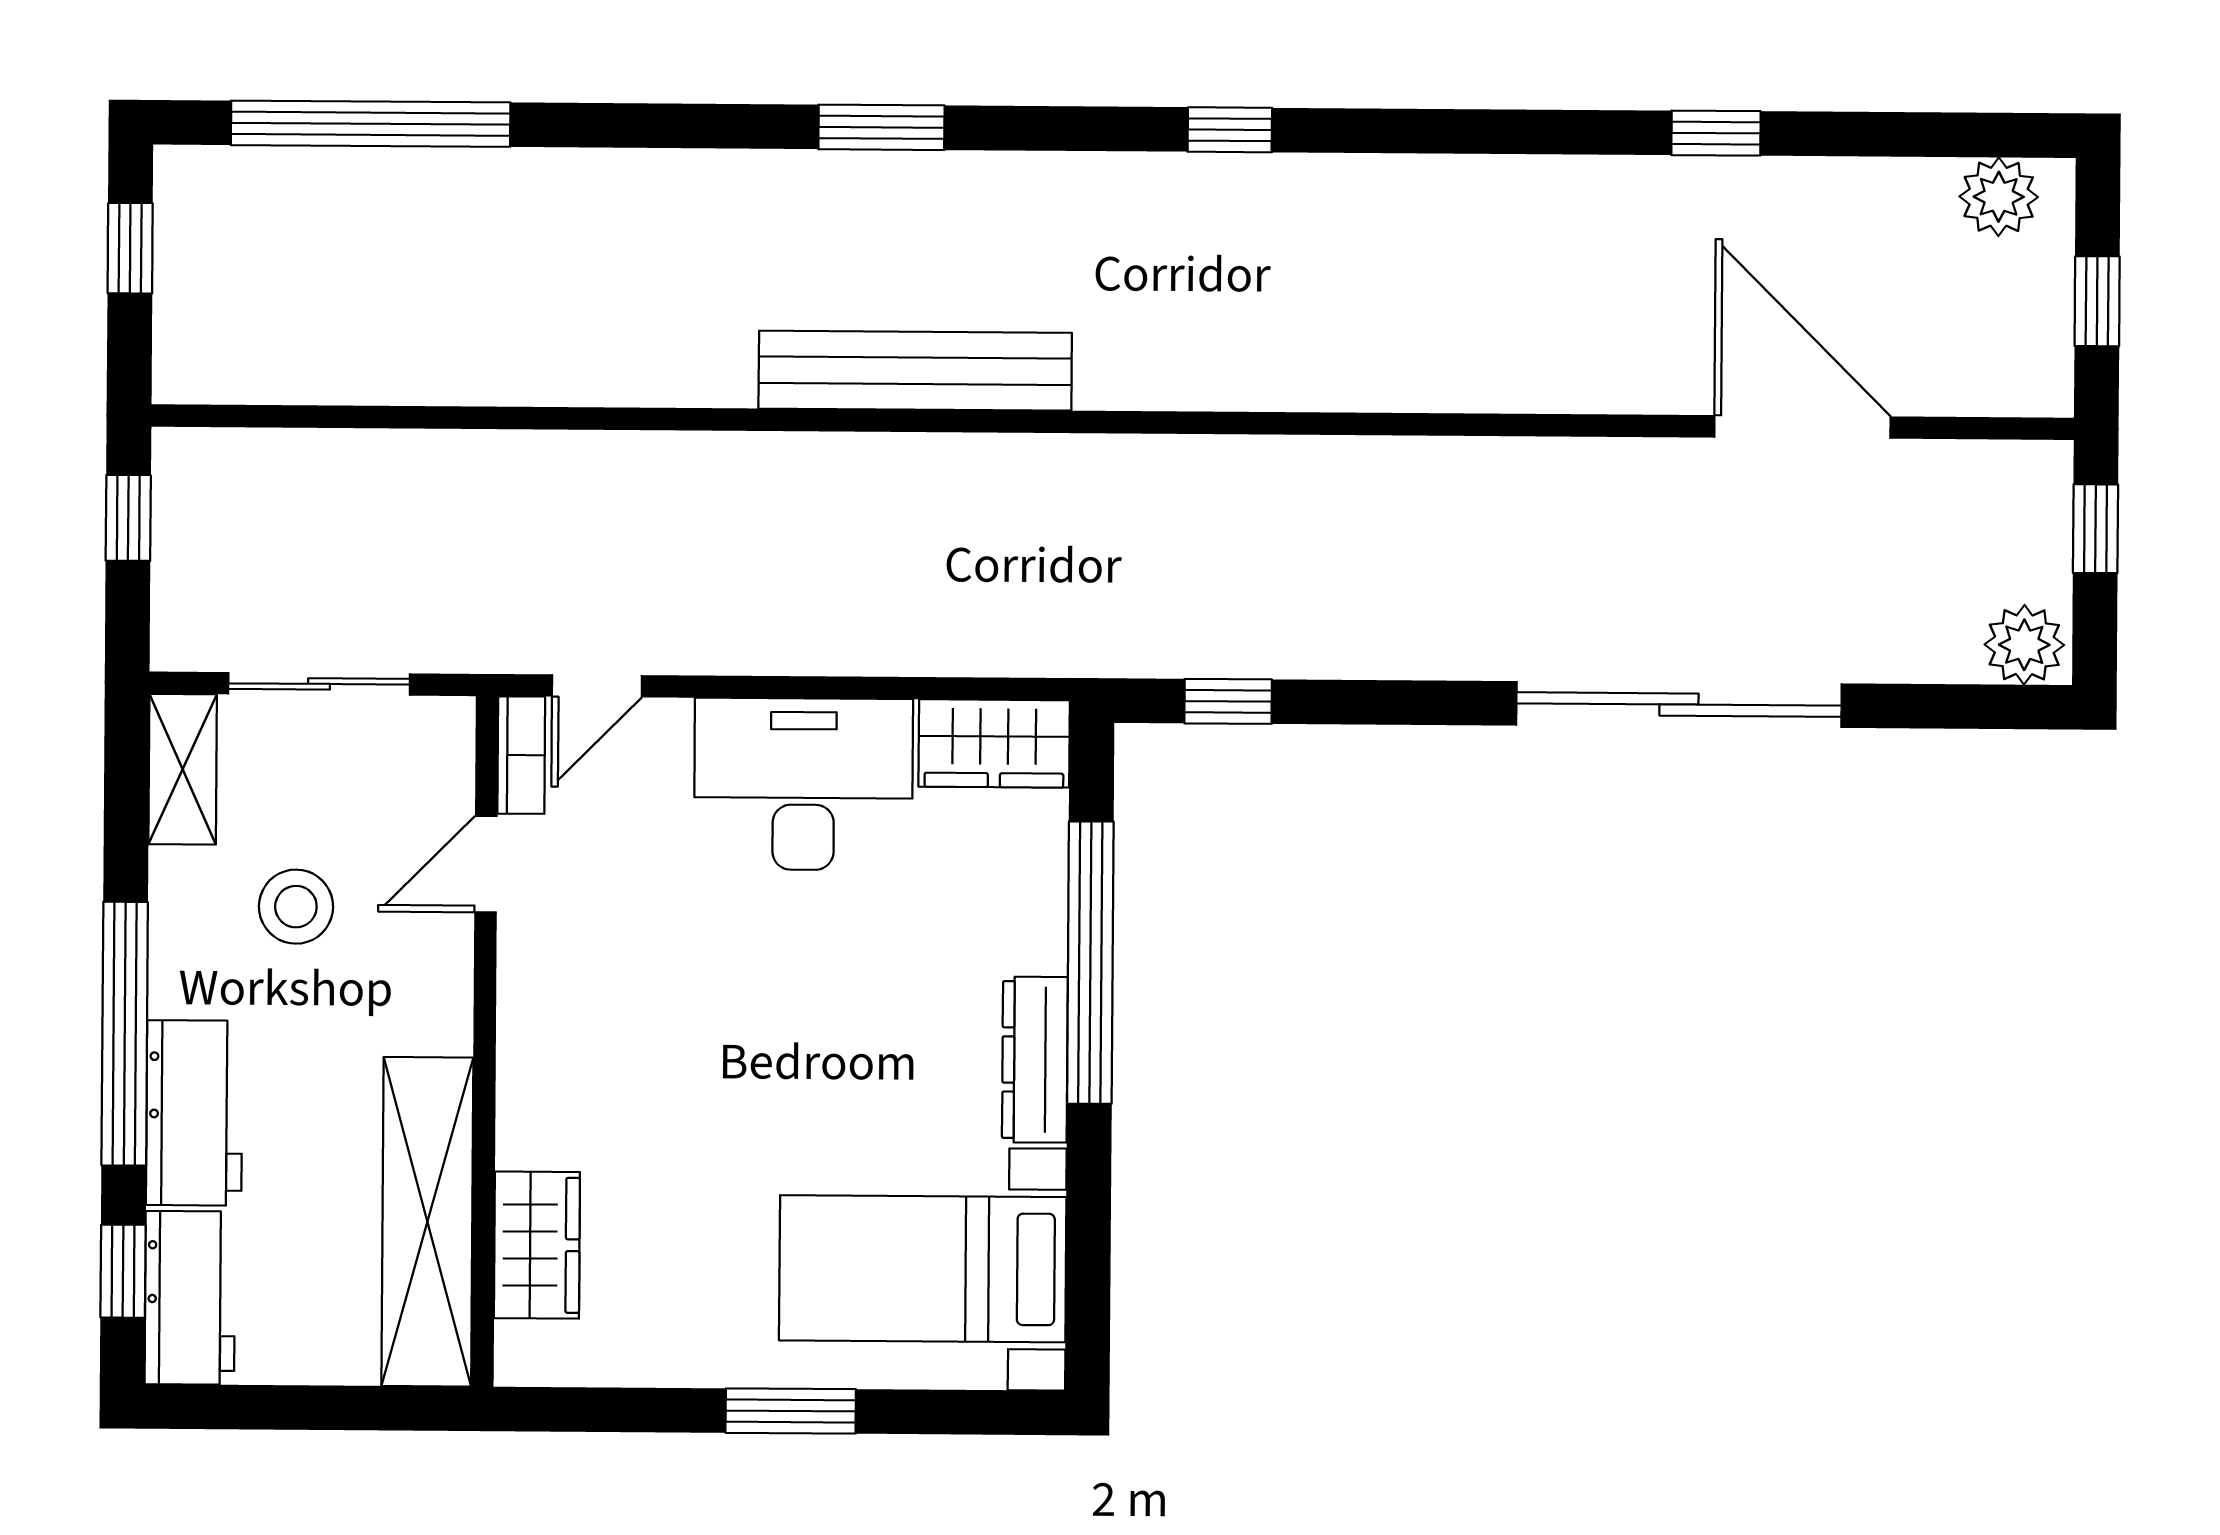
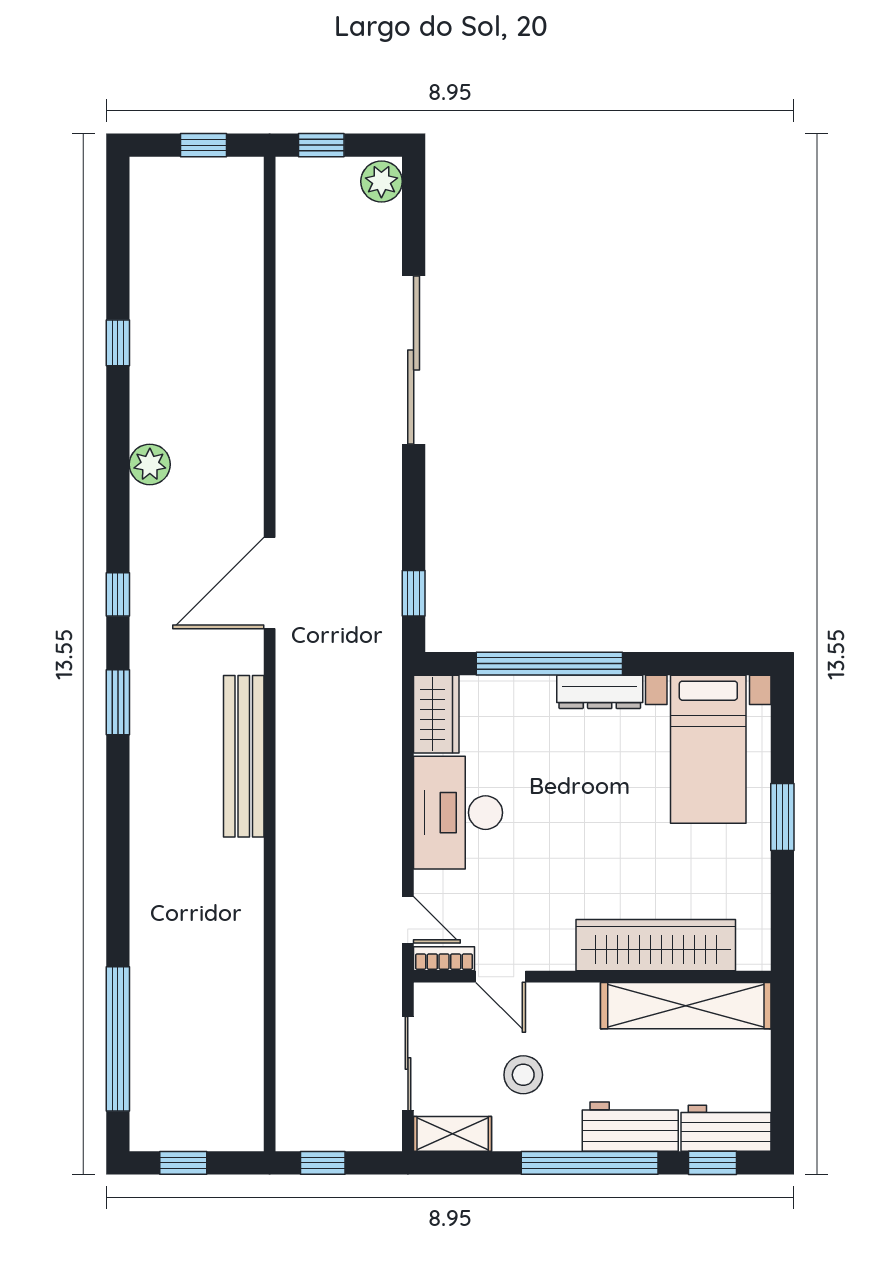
window: (881, 127) -> (118, 702), moved
plant: (1999, 197) -> (150, 464), moved
door: (1802, 427) -> (270, 583), moved
wardrobe: (537, 1245) -> (656, 945), width x2.10, depth x1.17

